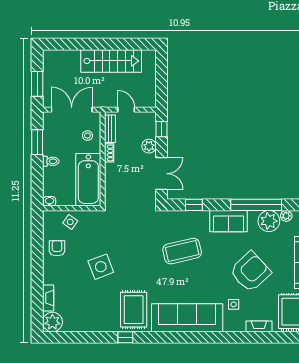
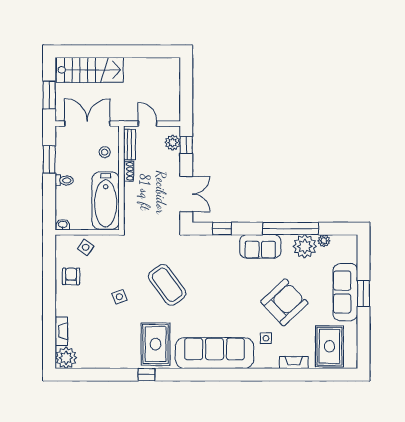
stairs: (111, 61) -> (90, 70), moved
plant: (149, 146) -> (173, 143), moved
coffee table: (182, 251) -> (167, 285), moved, turned 67
side table: (101, 267) -> (119, 297), width x0.54, depth x0.54

